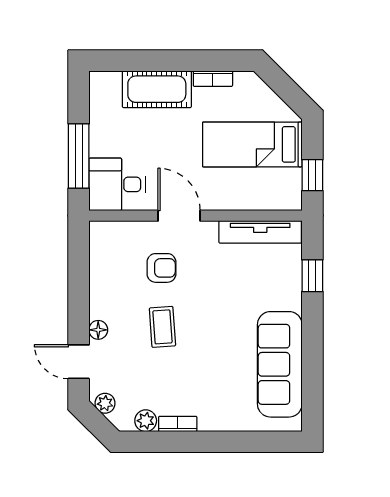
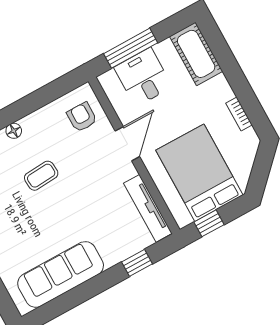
cot: (157, 89) -> (196, 54), moved
bed: (252, 144) -> (199, 173), width x1.50
desk: (117, 184) -> (143, 77), moved
armchair: (161, 268) -> (82, 117), moved, turned 180

